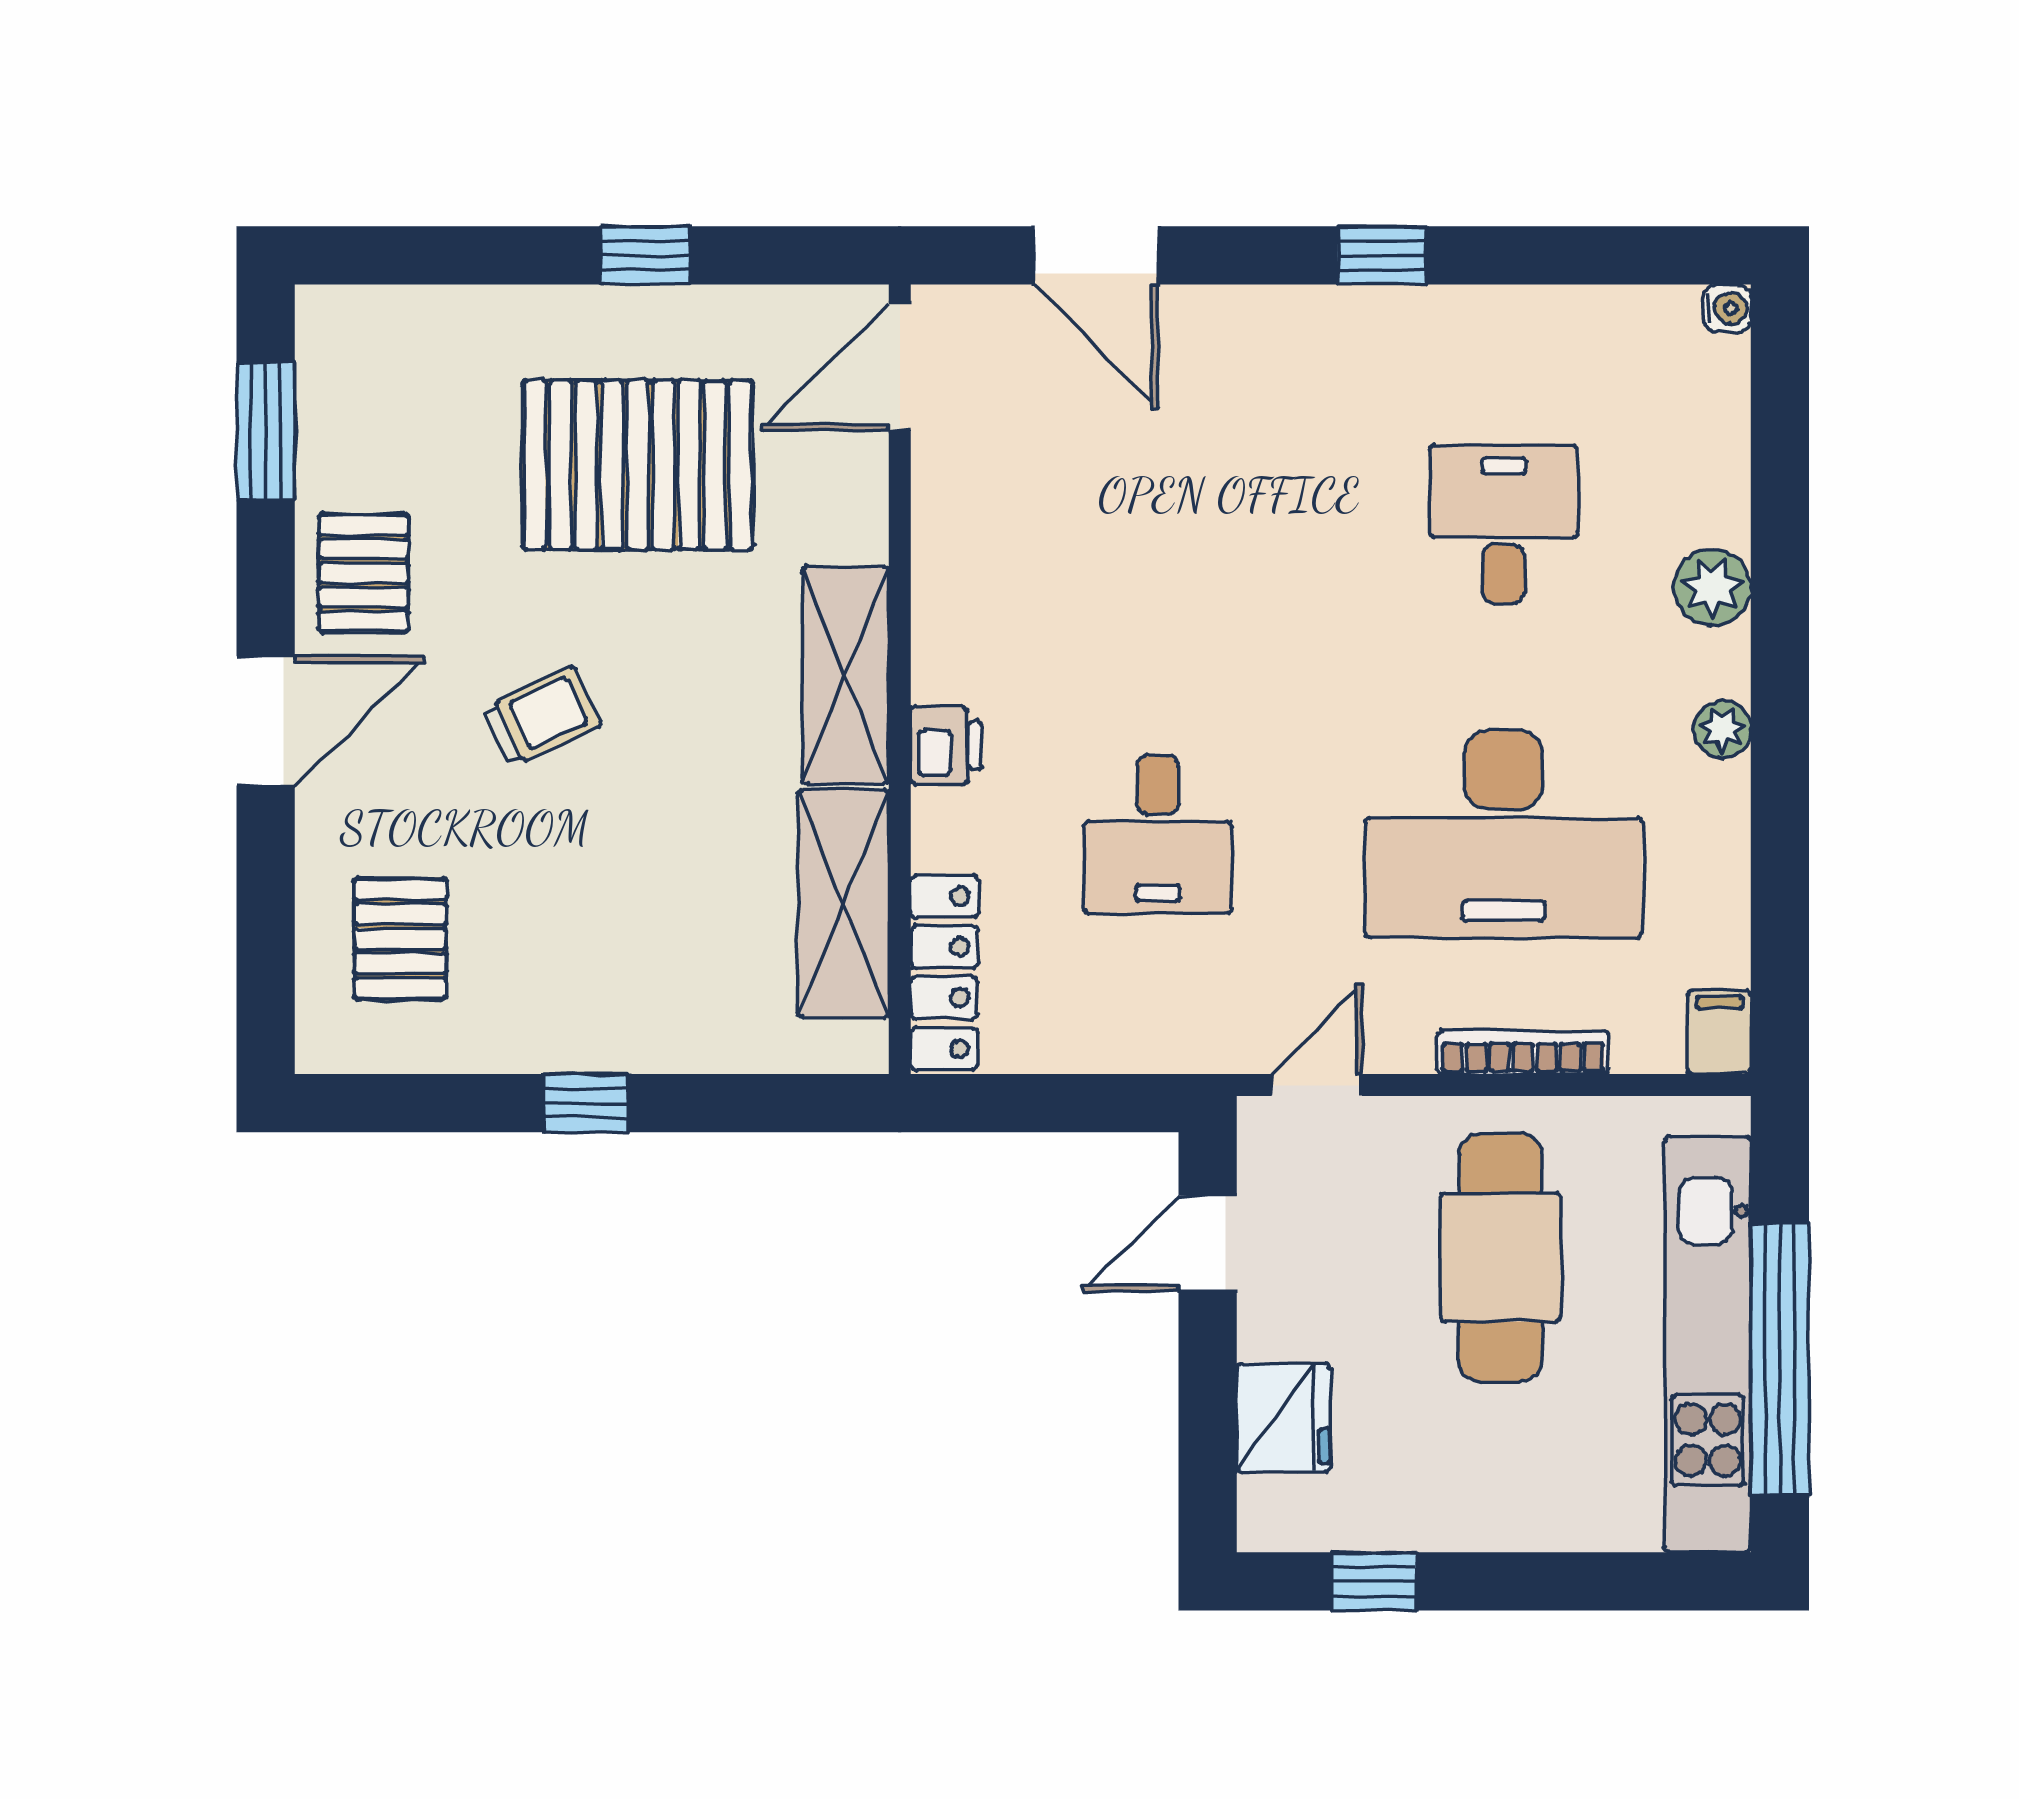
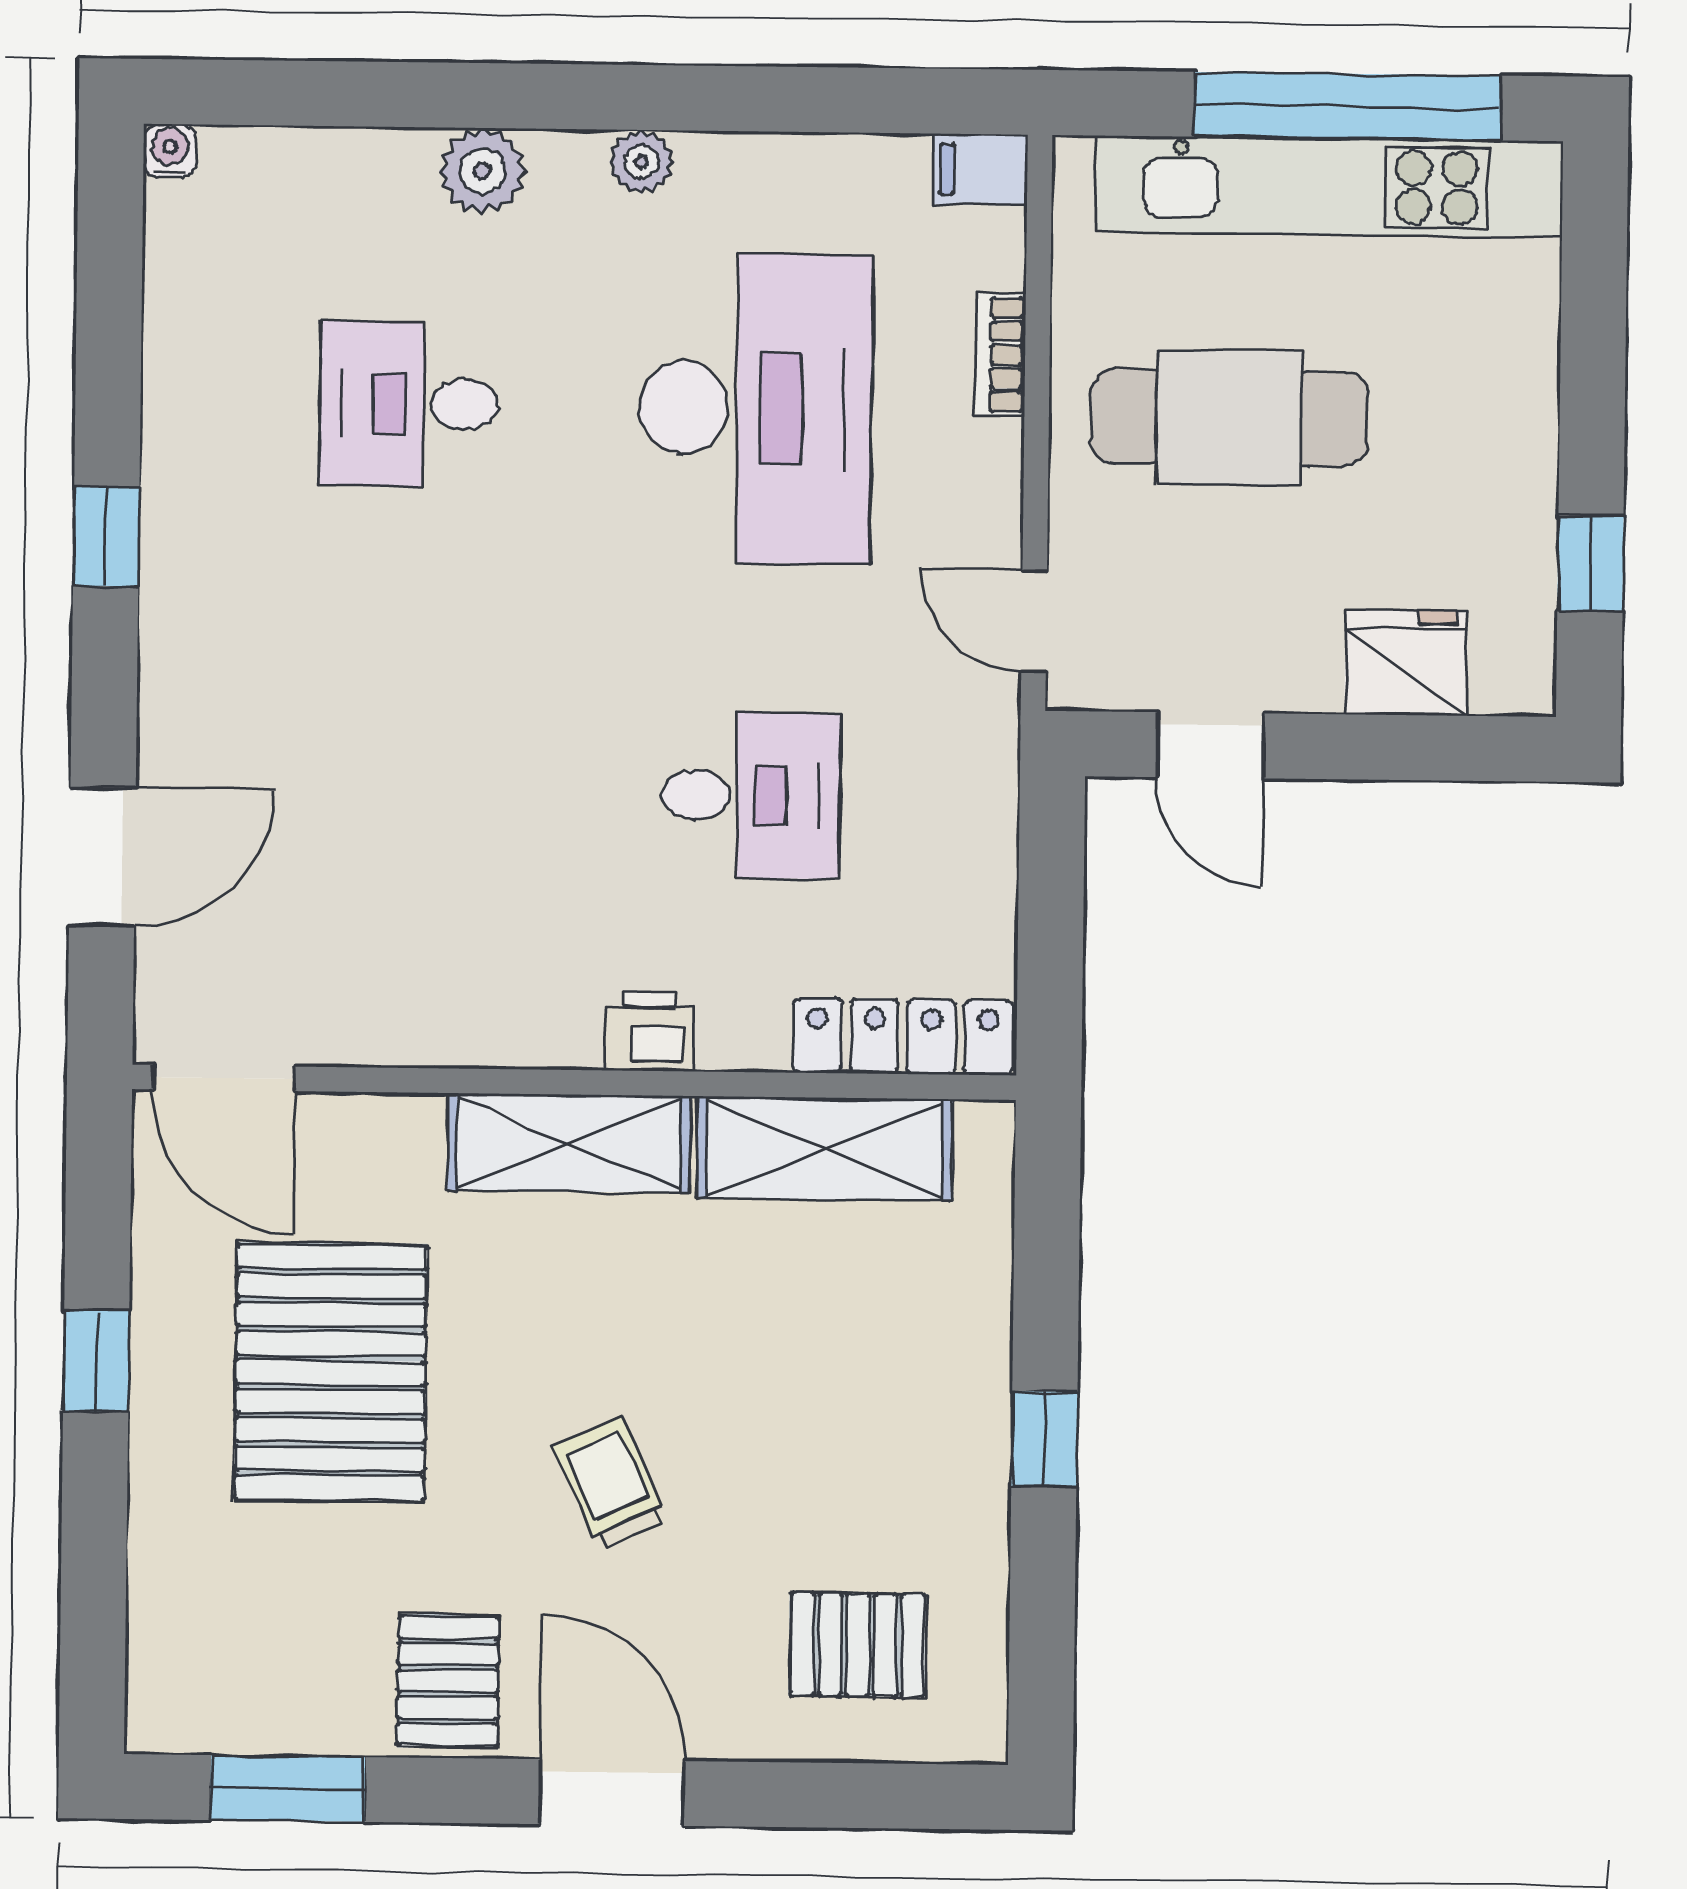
pallet: (364, 573) -> (448, 1681), turned 90
bookcase: (1523, 1052) -> (1001, 355), width x0.64

